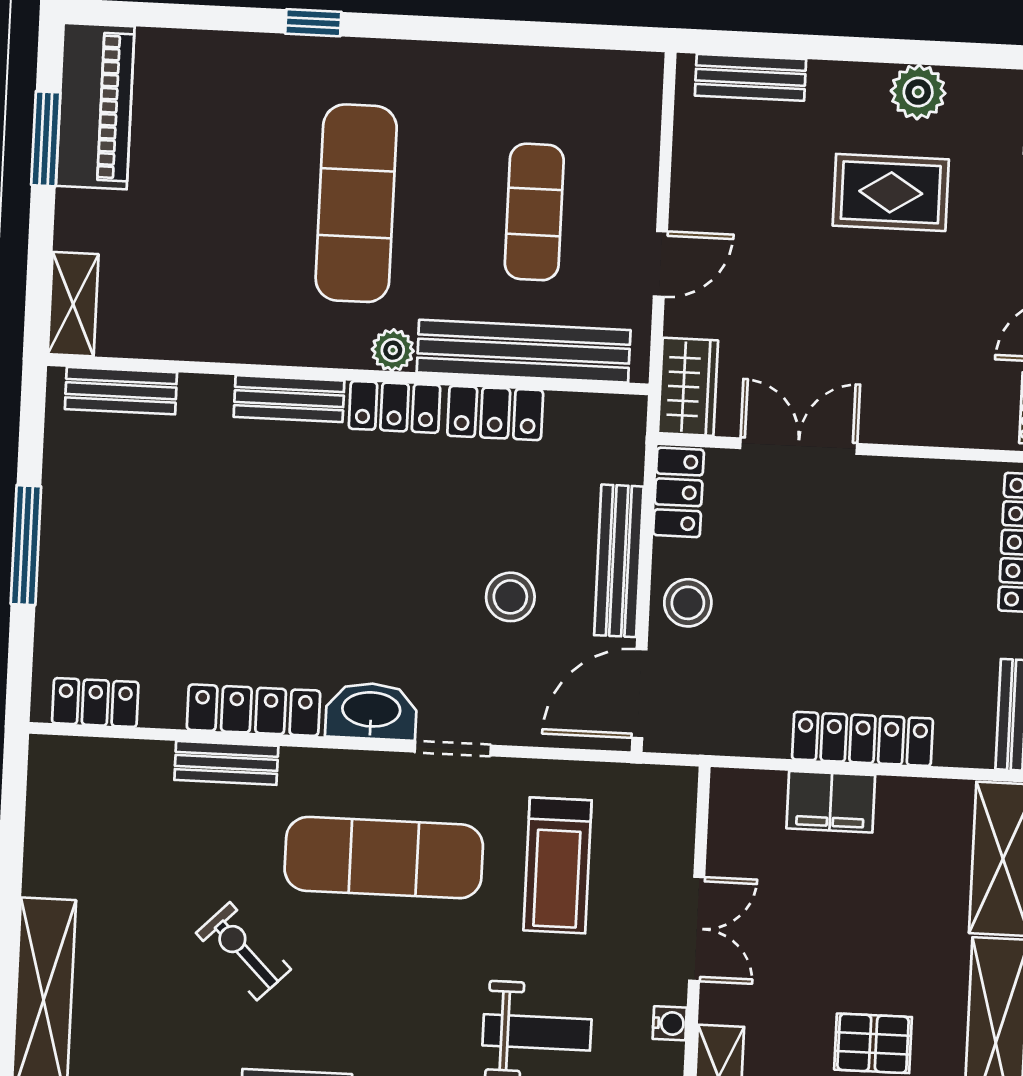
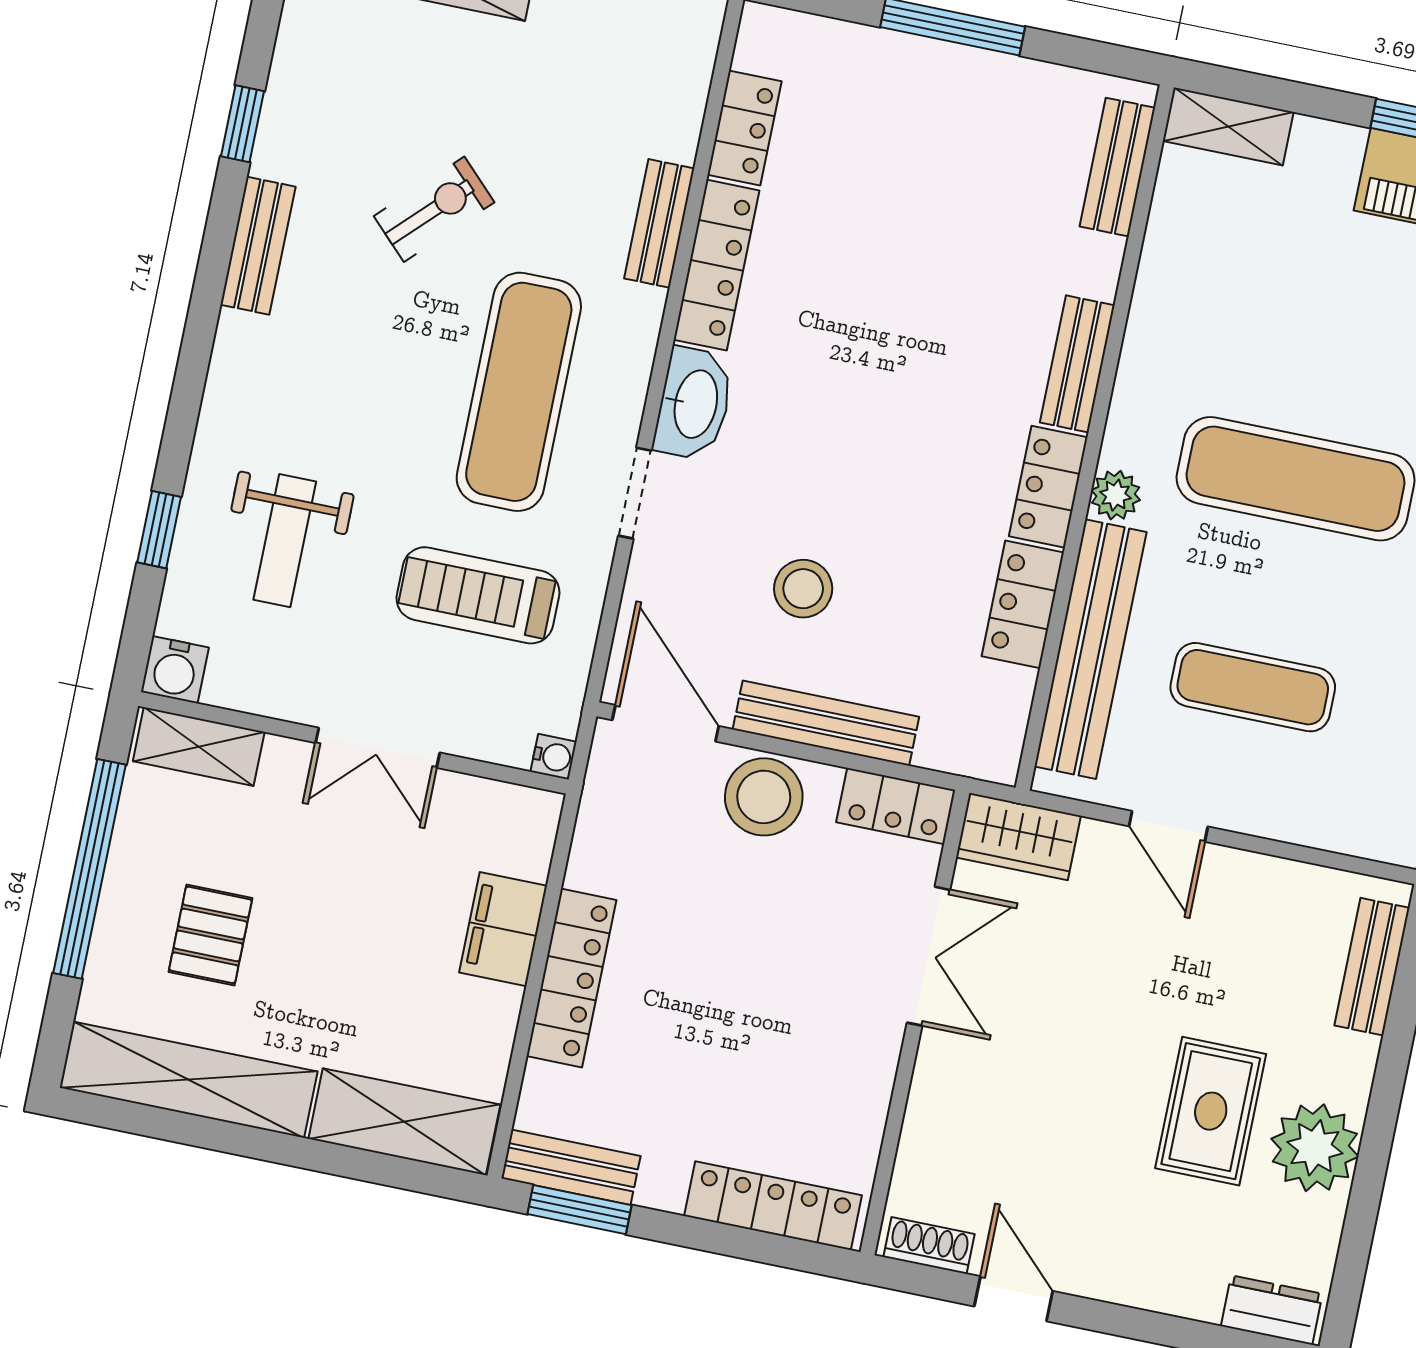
plant: (918, 92) -> (1315, 1148), width x1.36, depth x1.36
stool: (688, 603) -> (764, 797), width x1.38, depth x1.38
locker: (95, 703) -> (744, 128), moved
water cooler: (670, 1023) -> (554, 757), moved, turned -90

